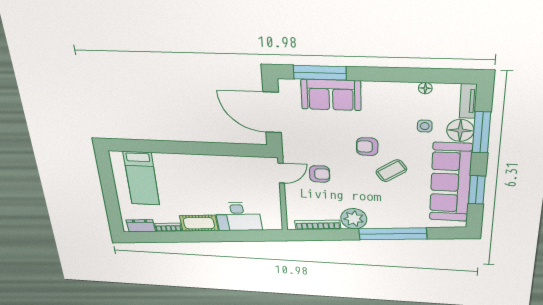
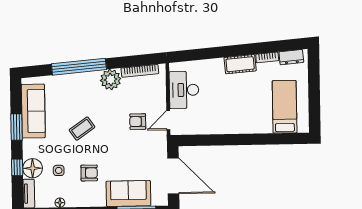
window: (481, 132) -> (17, 167), width x0.46
armchair: (367, 147) -> (89, 173), moved
sofa: (450, 182) -> (33, 111), width x0.74, depth x0.79
window: (477, 190) -> (16, 127), moved
desk: (238, 217) -> (184, 90), moved, turned -85

